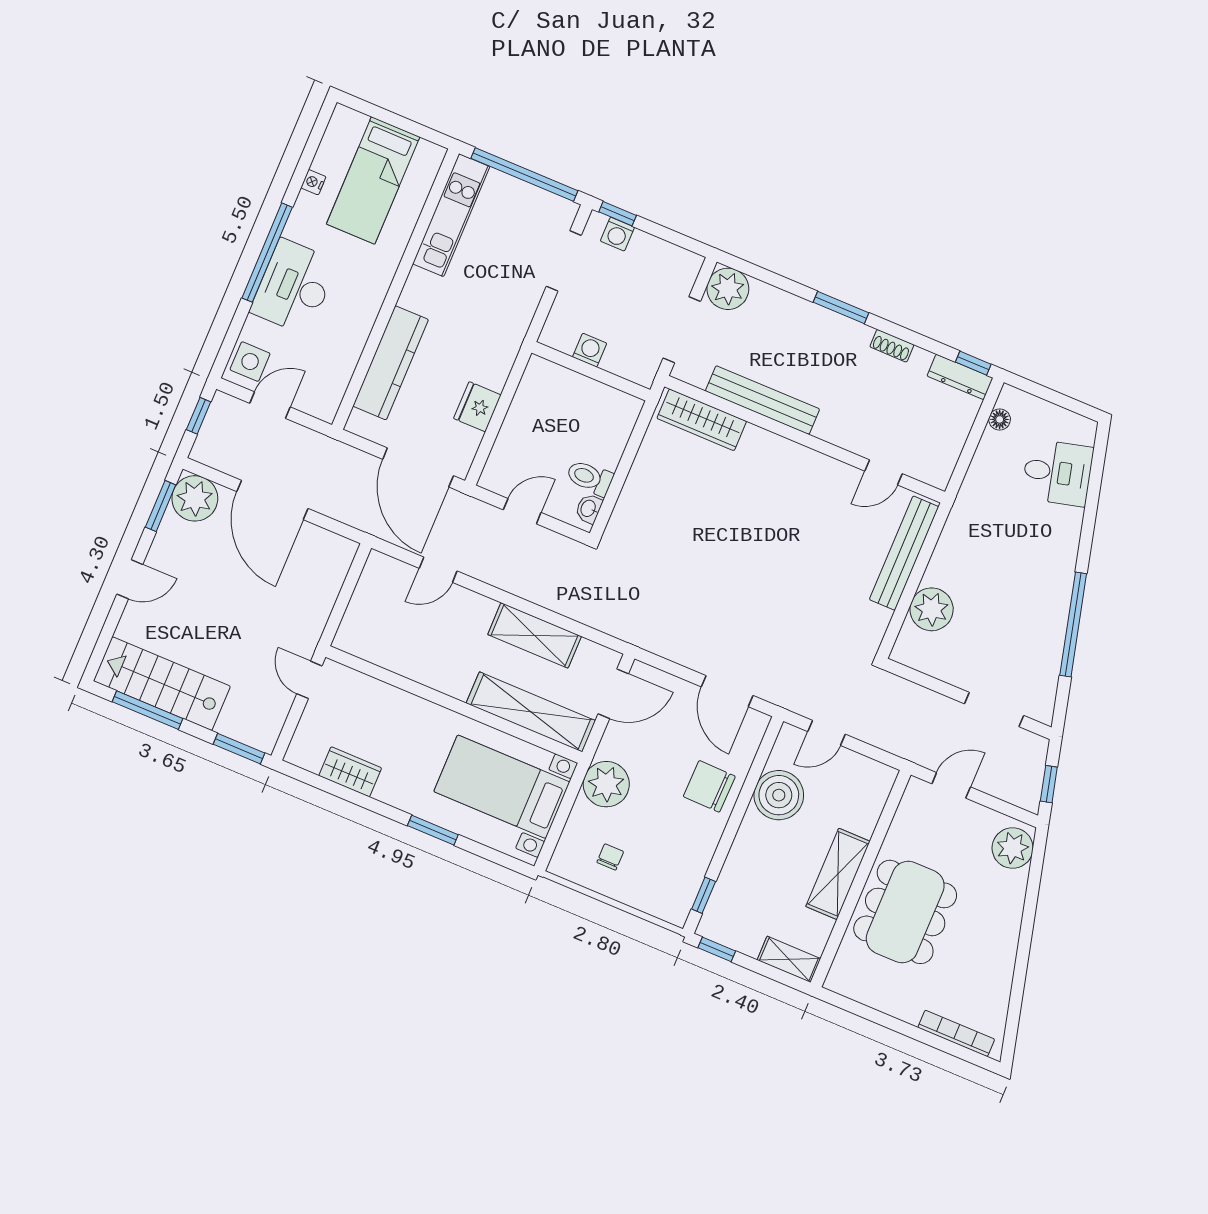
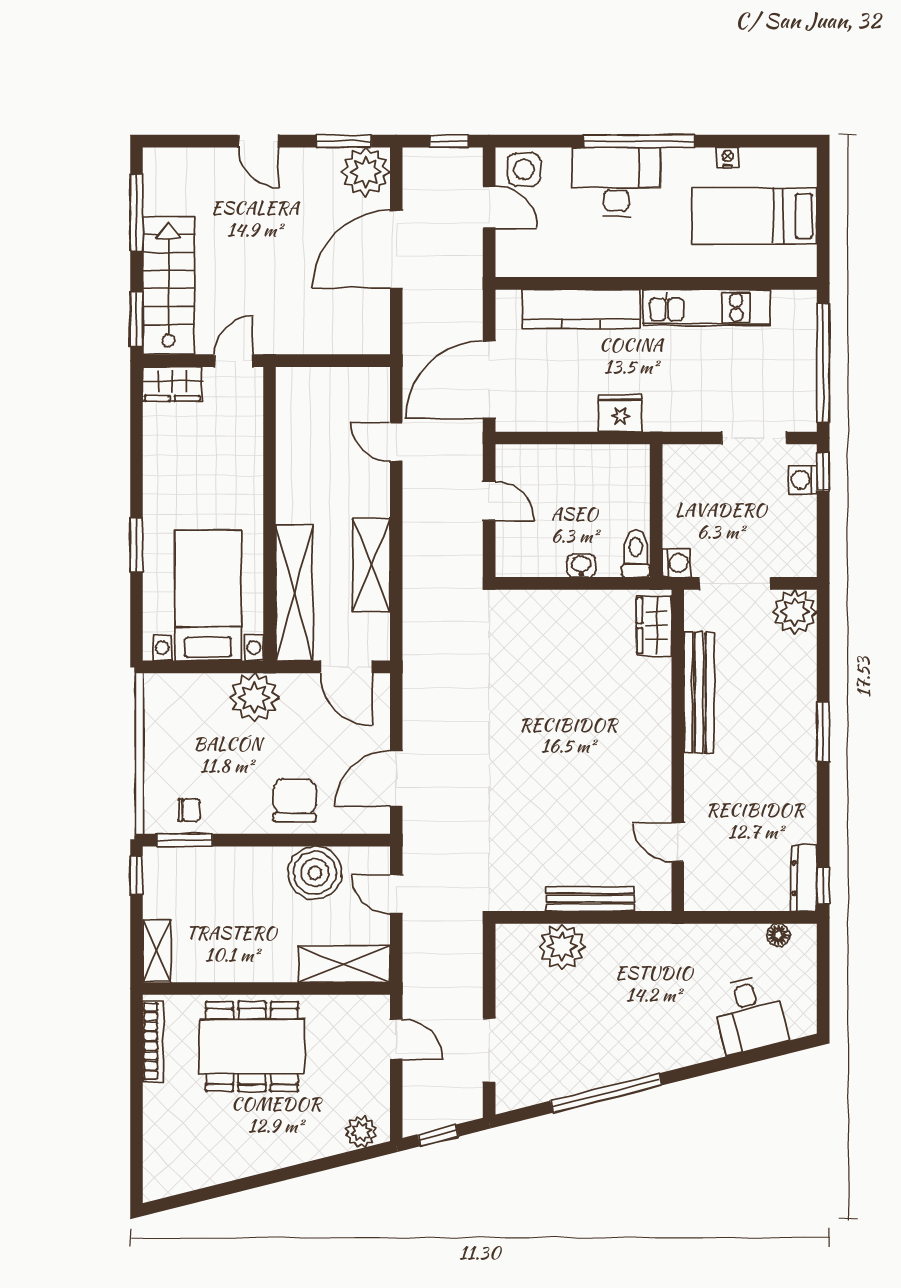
kitchen unit: (451, 215) -> (707, 308), moved
shoe rack: (892, 346) -> (806, 798), removed
washing machine: (590, 350) -> (676, 563), moved
fridge: (477, 407) -> (620, 413), moved
wardrobe: (702, 420) -> (654, 625), width x0.67
toilet: (590, 478) -> (636, 554), moved
washbasin: (589, 509) -> (581, 566), moved
bench: (904, 553) -> (590, 899), width x0.73, depth x0.82
stairs: (162, 684) -> (169, 286), moved
wardrobe: (350, 772) -> (172, 384), moved, turned 90
plant: (1013, 848) -> (361, 1132), width x0.73, depth x0.73
chair: (610, 857) -> (189, 810), moved
shelving: (838, 874) -> (344, 964), moved
window: (704, 895) -> (185, 840), width x1.50
bookcase: (956, 1033) -> (153, 1041), moved

